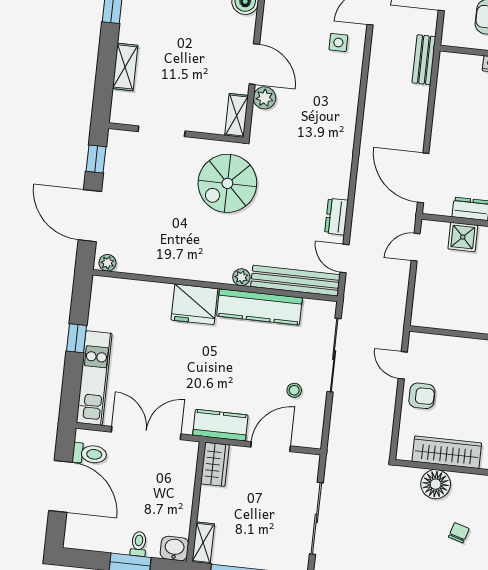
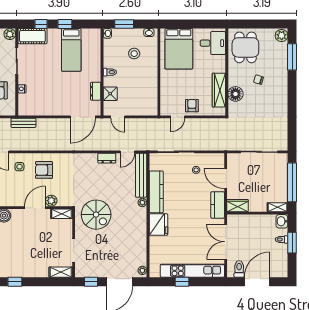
shelving: (125, 67) -> (61, 272), moved
armchair: (327, 90) -> (44, 170), added
kitchen unit: (94, 378) -> (192, 271), width x1.36

